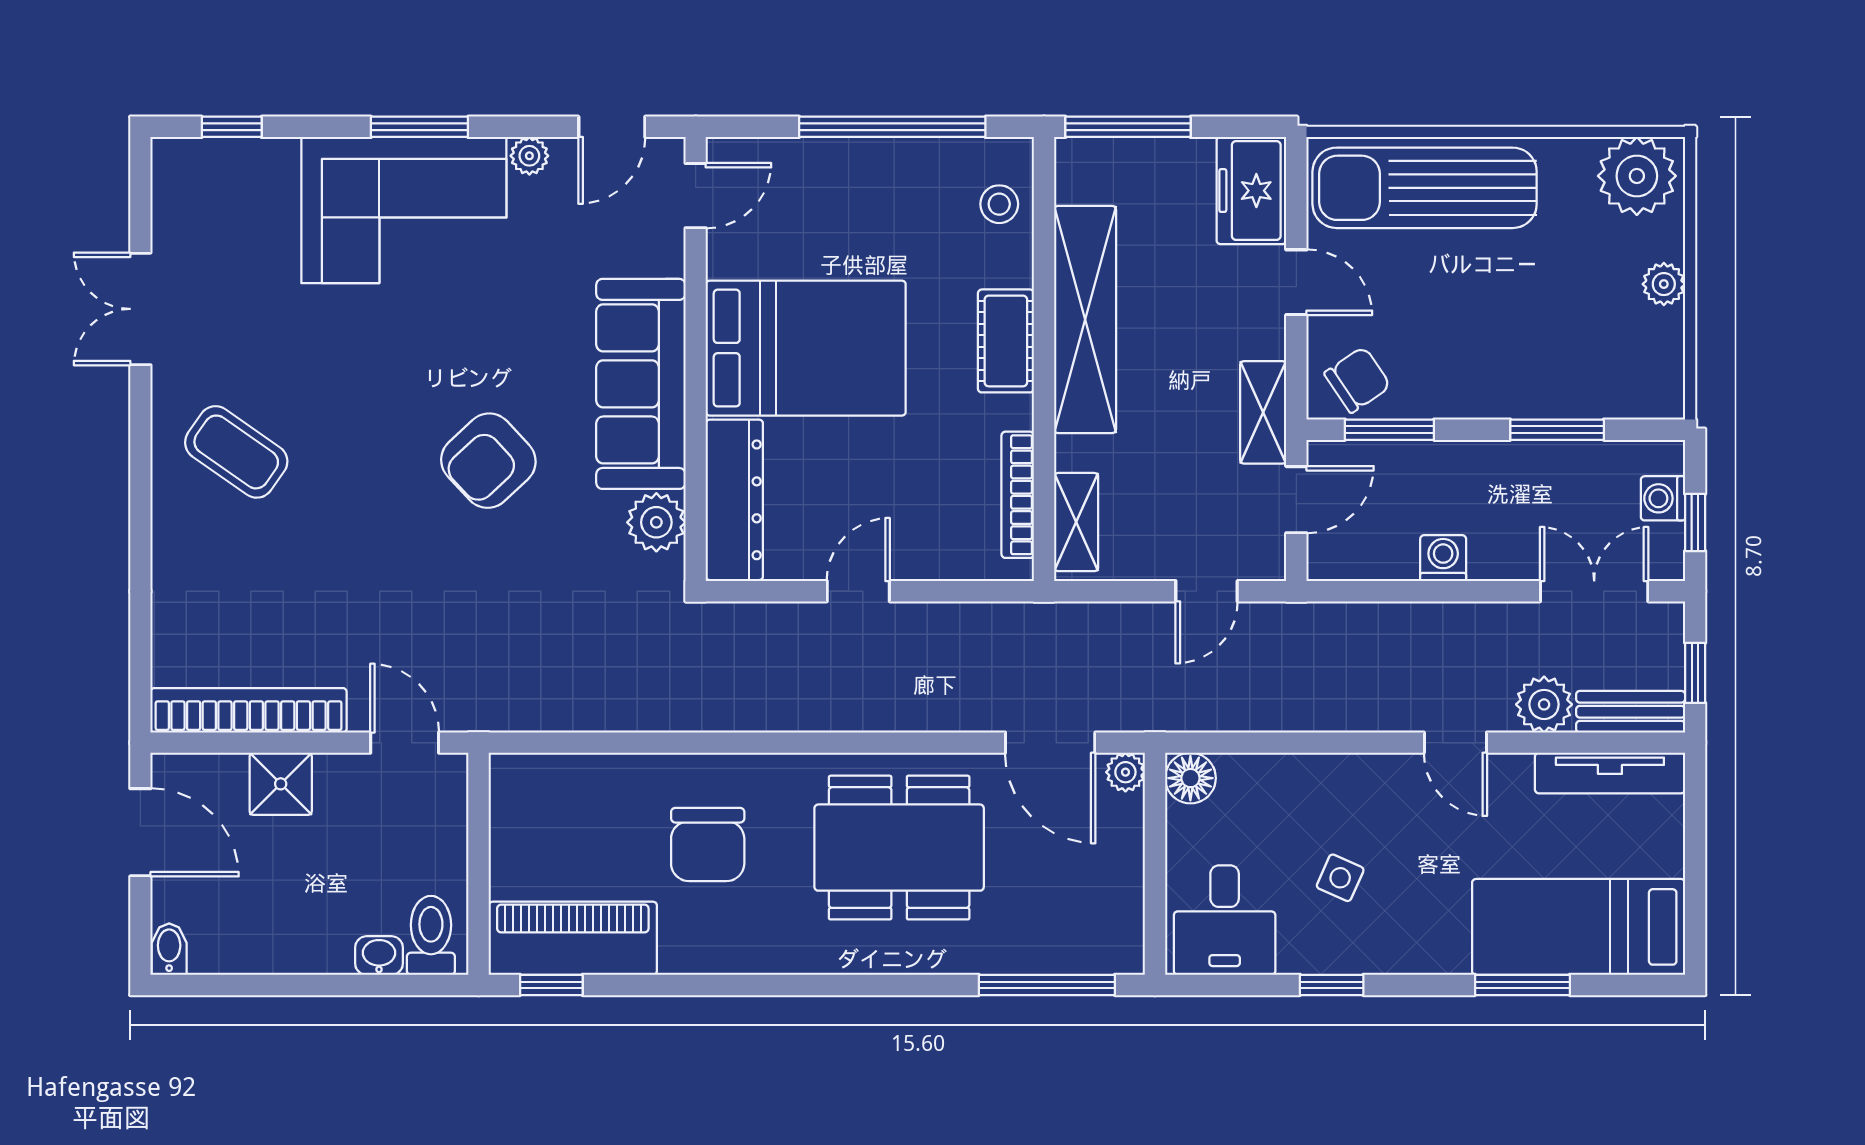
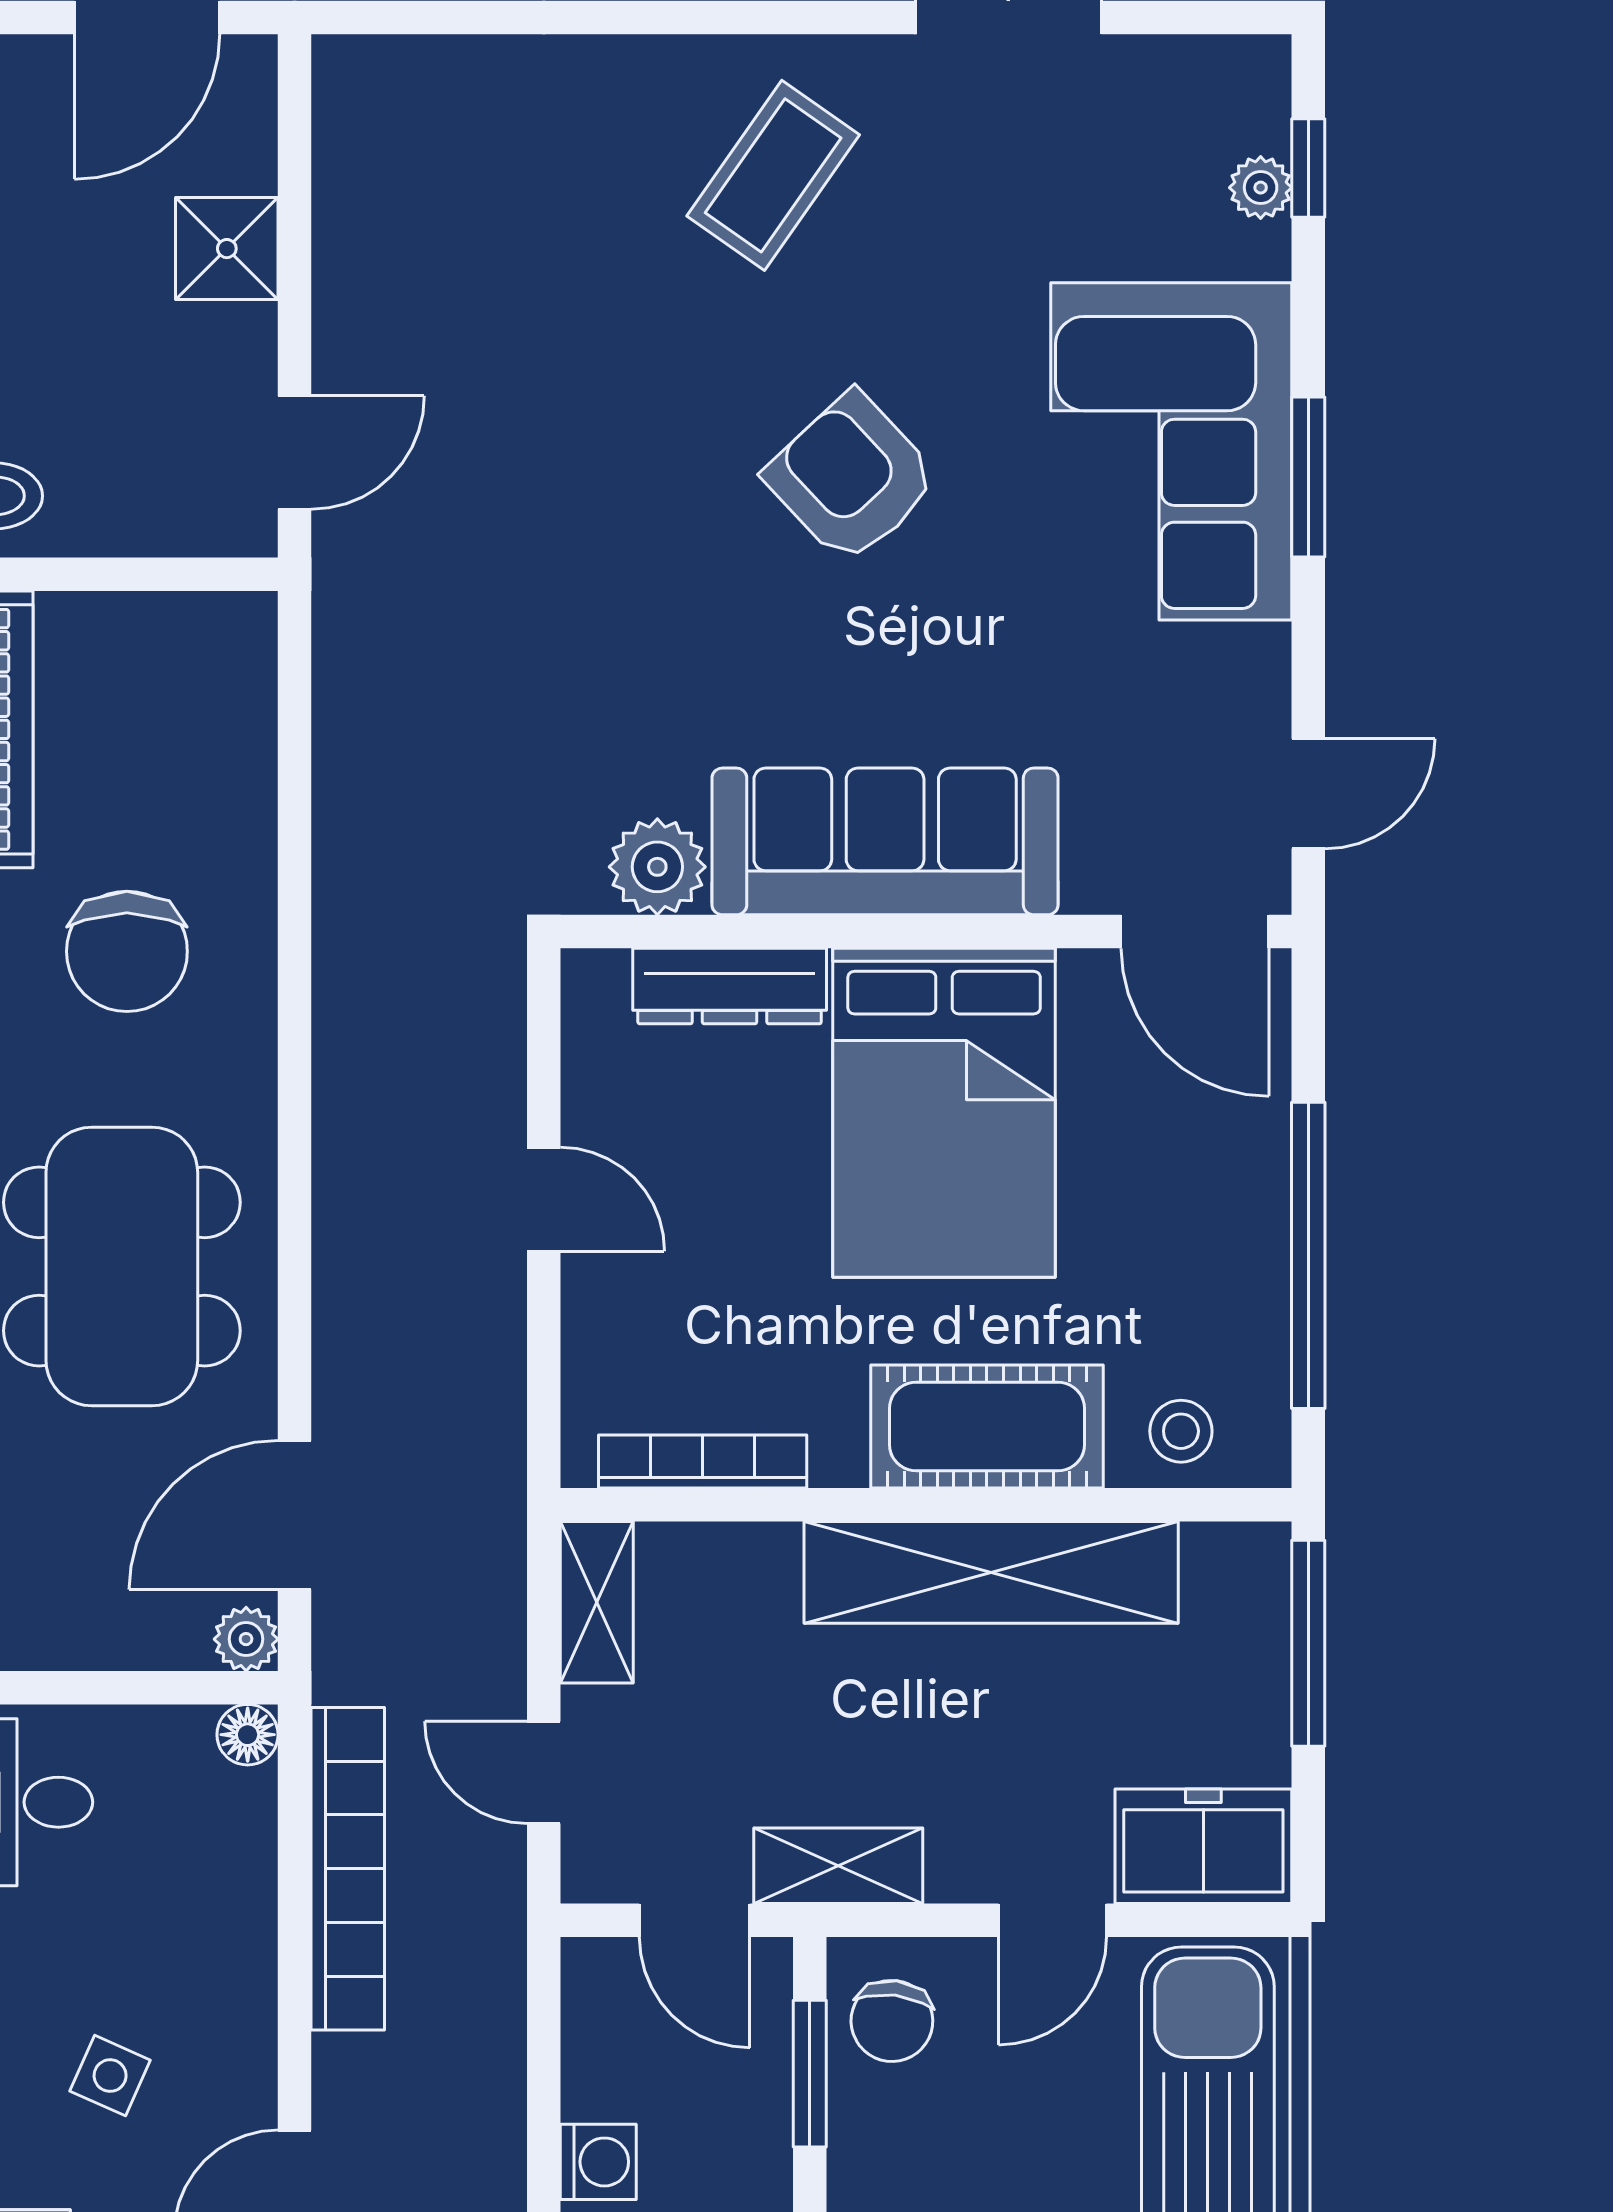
door: (612, 127) -> (1308, 794), swing flipped
plant: (529, 156) -> (1261, 188), moved
door: (696, 196) -> (1195, 932), width x1.38
cot: (1006, 341) -> (987, 1427), width x1.37, depth x1.34
chair: (1357, 380) -> (892, 2021), turned 41
armchair: (488, 461) -> (852, 478), moved
dresser: (734, 500) -> (730, 986), width x0.73, depth x0.80
shelving: (1076, 522) -> (597, 1602), moved, turned 90
bookcase: (249, 710) -> (348, 1869), moved
floor lamp: (1190, 778) -> (248, 1735), width x0.73, depth x0.73
chair: (708, 845) -> (127, 951), turned -90
side table: (1340, 878) -> (110, 2076), moved

